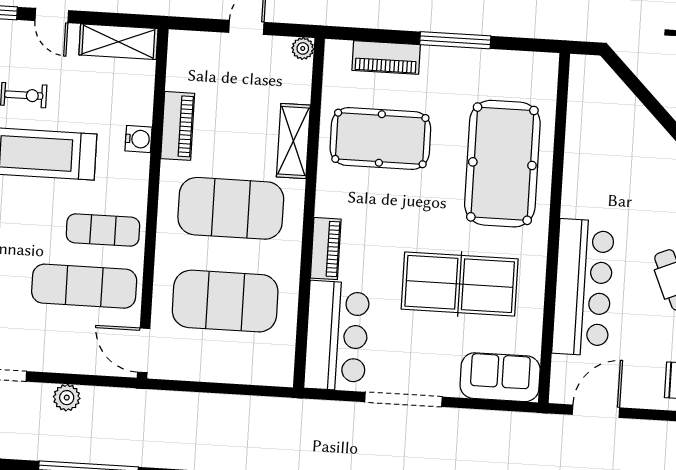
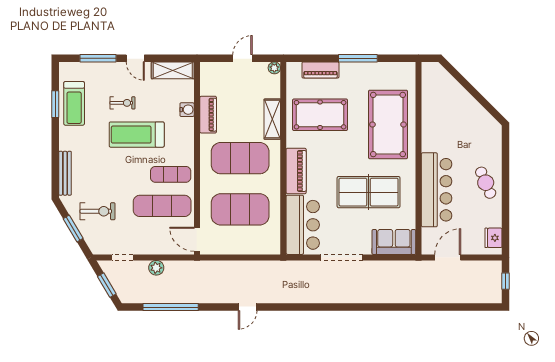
water cooler: (139, 139) -> (187, 110), moved
piano: (326, 249) -> (296, 171), width x1.37, depth x1.33

